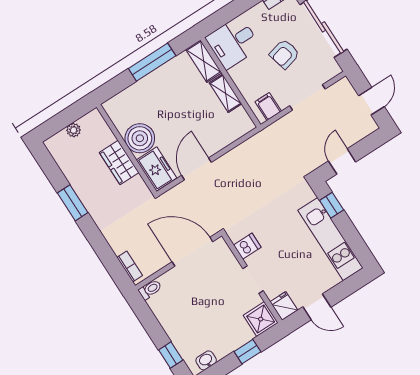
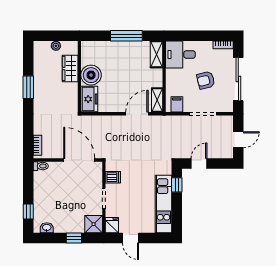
shelving: (225, 93) -> (157, 100), moved
wardrobe: (119, 162) -> (70, 68), moved
door: (197, 169) -> (137, 114), moved

